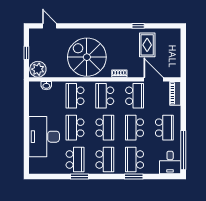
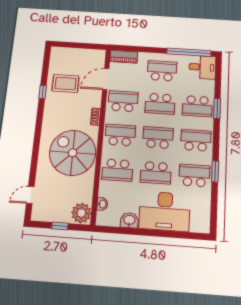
spiral stairs: (87, 57) -> (73, 153), turned 90
school desk: (105, 96) -> (120, 135), turned 180
washbasin: (35, 109) -> (129, 220), added

